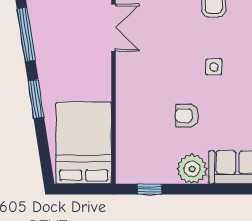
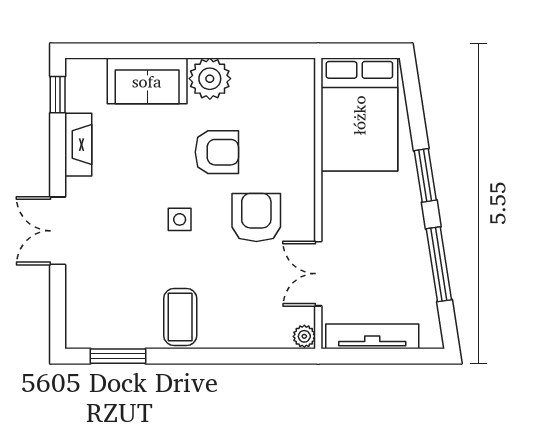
armchair: (158, 68) -> (256, 217), added
armchair: (187, 116) -> (217, 152), width x1.38, depth x1.38
window: (149, 189) -> (269, 51), removed

